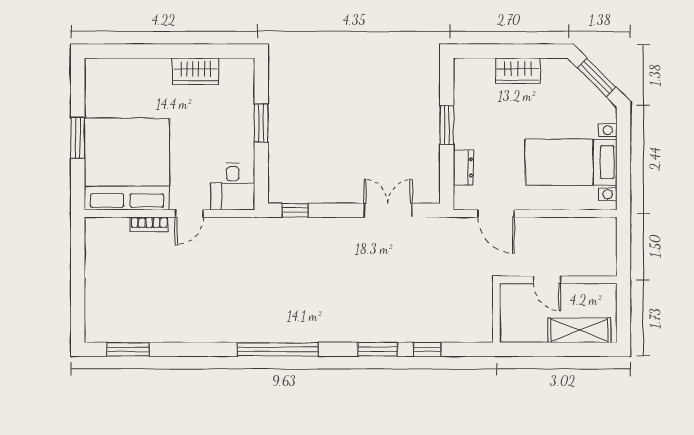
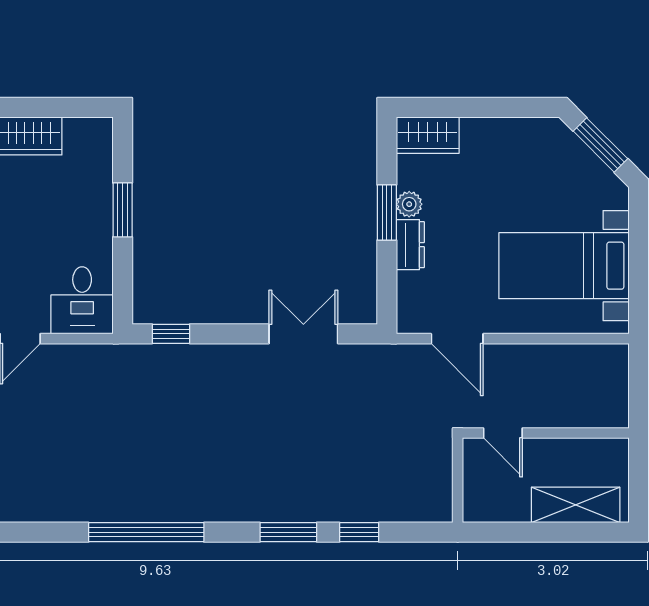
wardrobe: (518, 71) -> (428, 135), moved
plant: (462, 119) -> (409, 204), added
dresser: (463, 168) -> (410, 245), moved
door: (547, 280) -> (503, 433), moved

